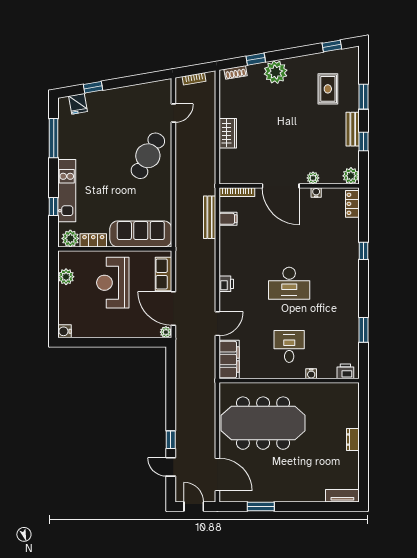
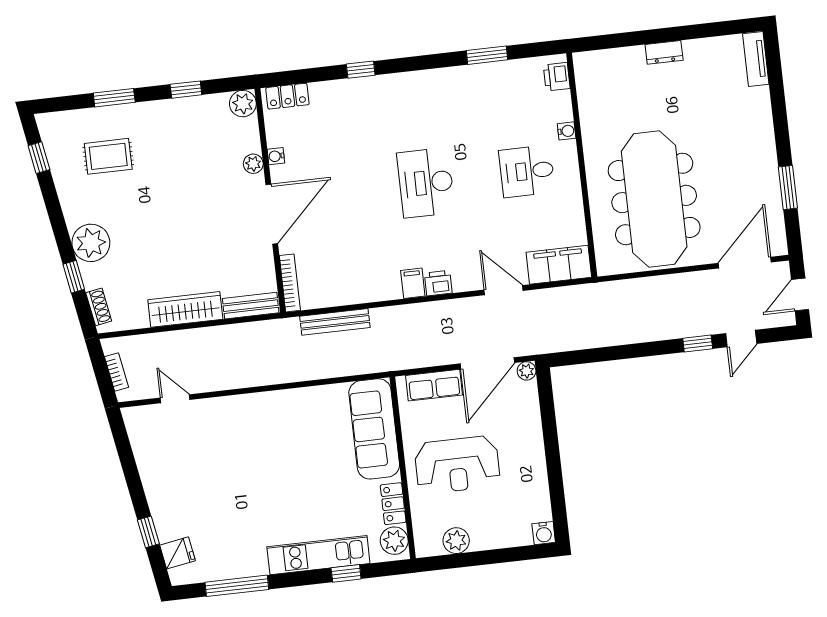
bench: (353, 129) -> (251, 306), moved
wardrobe: (228, 133) -> (185, 309), width x1.50
cafe table: (148, 156) -> (248, 432), removed
filing cabinet: (228, 219) -> (413, 283), moved
desk: (289, 283) -> (426, 183), turned 180

